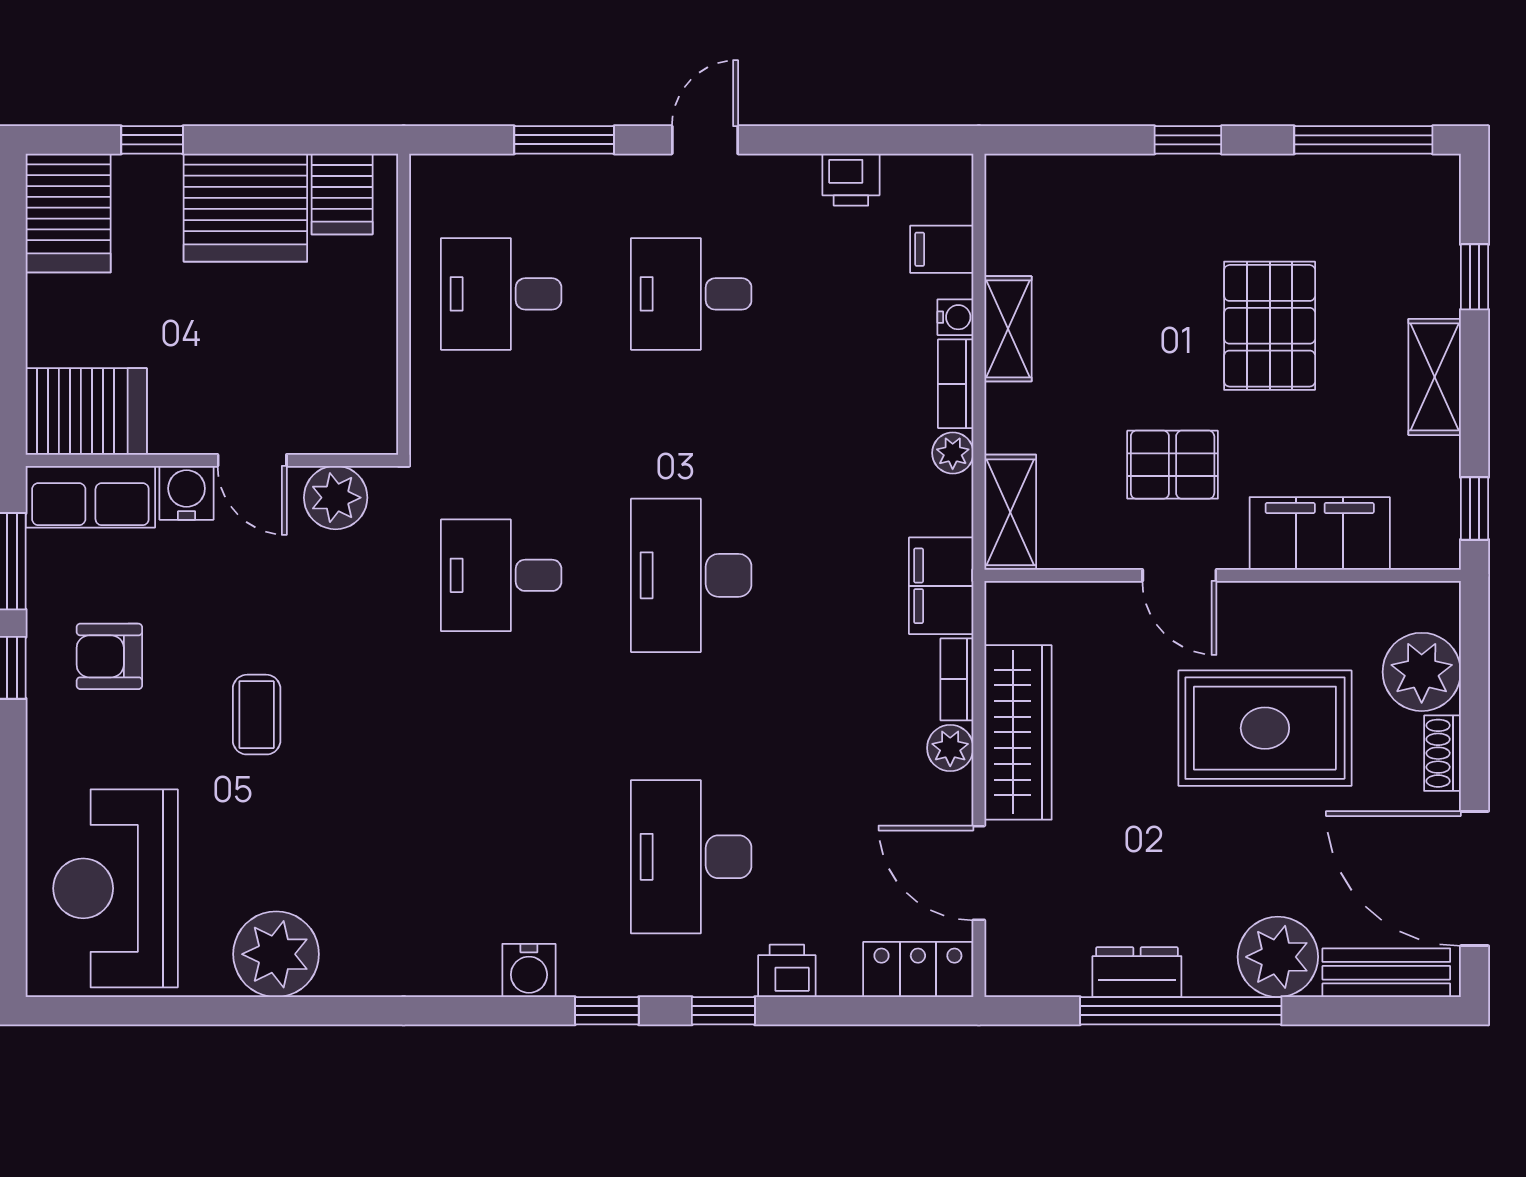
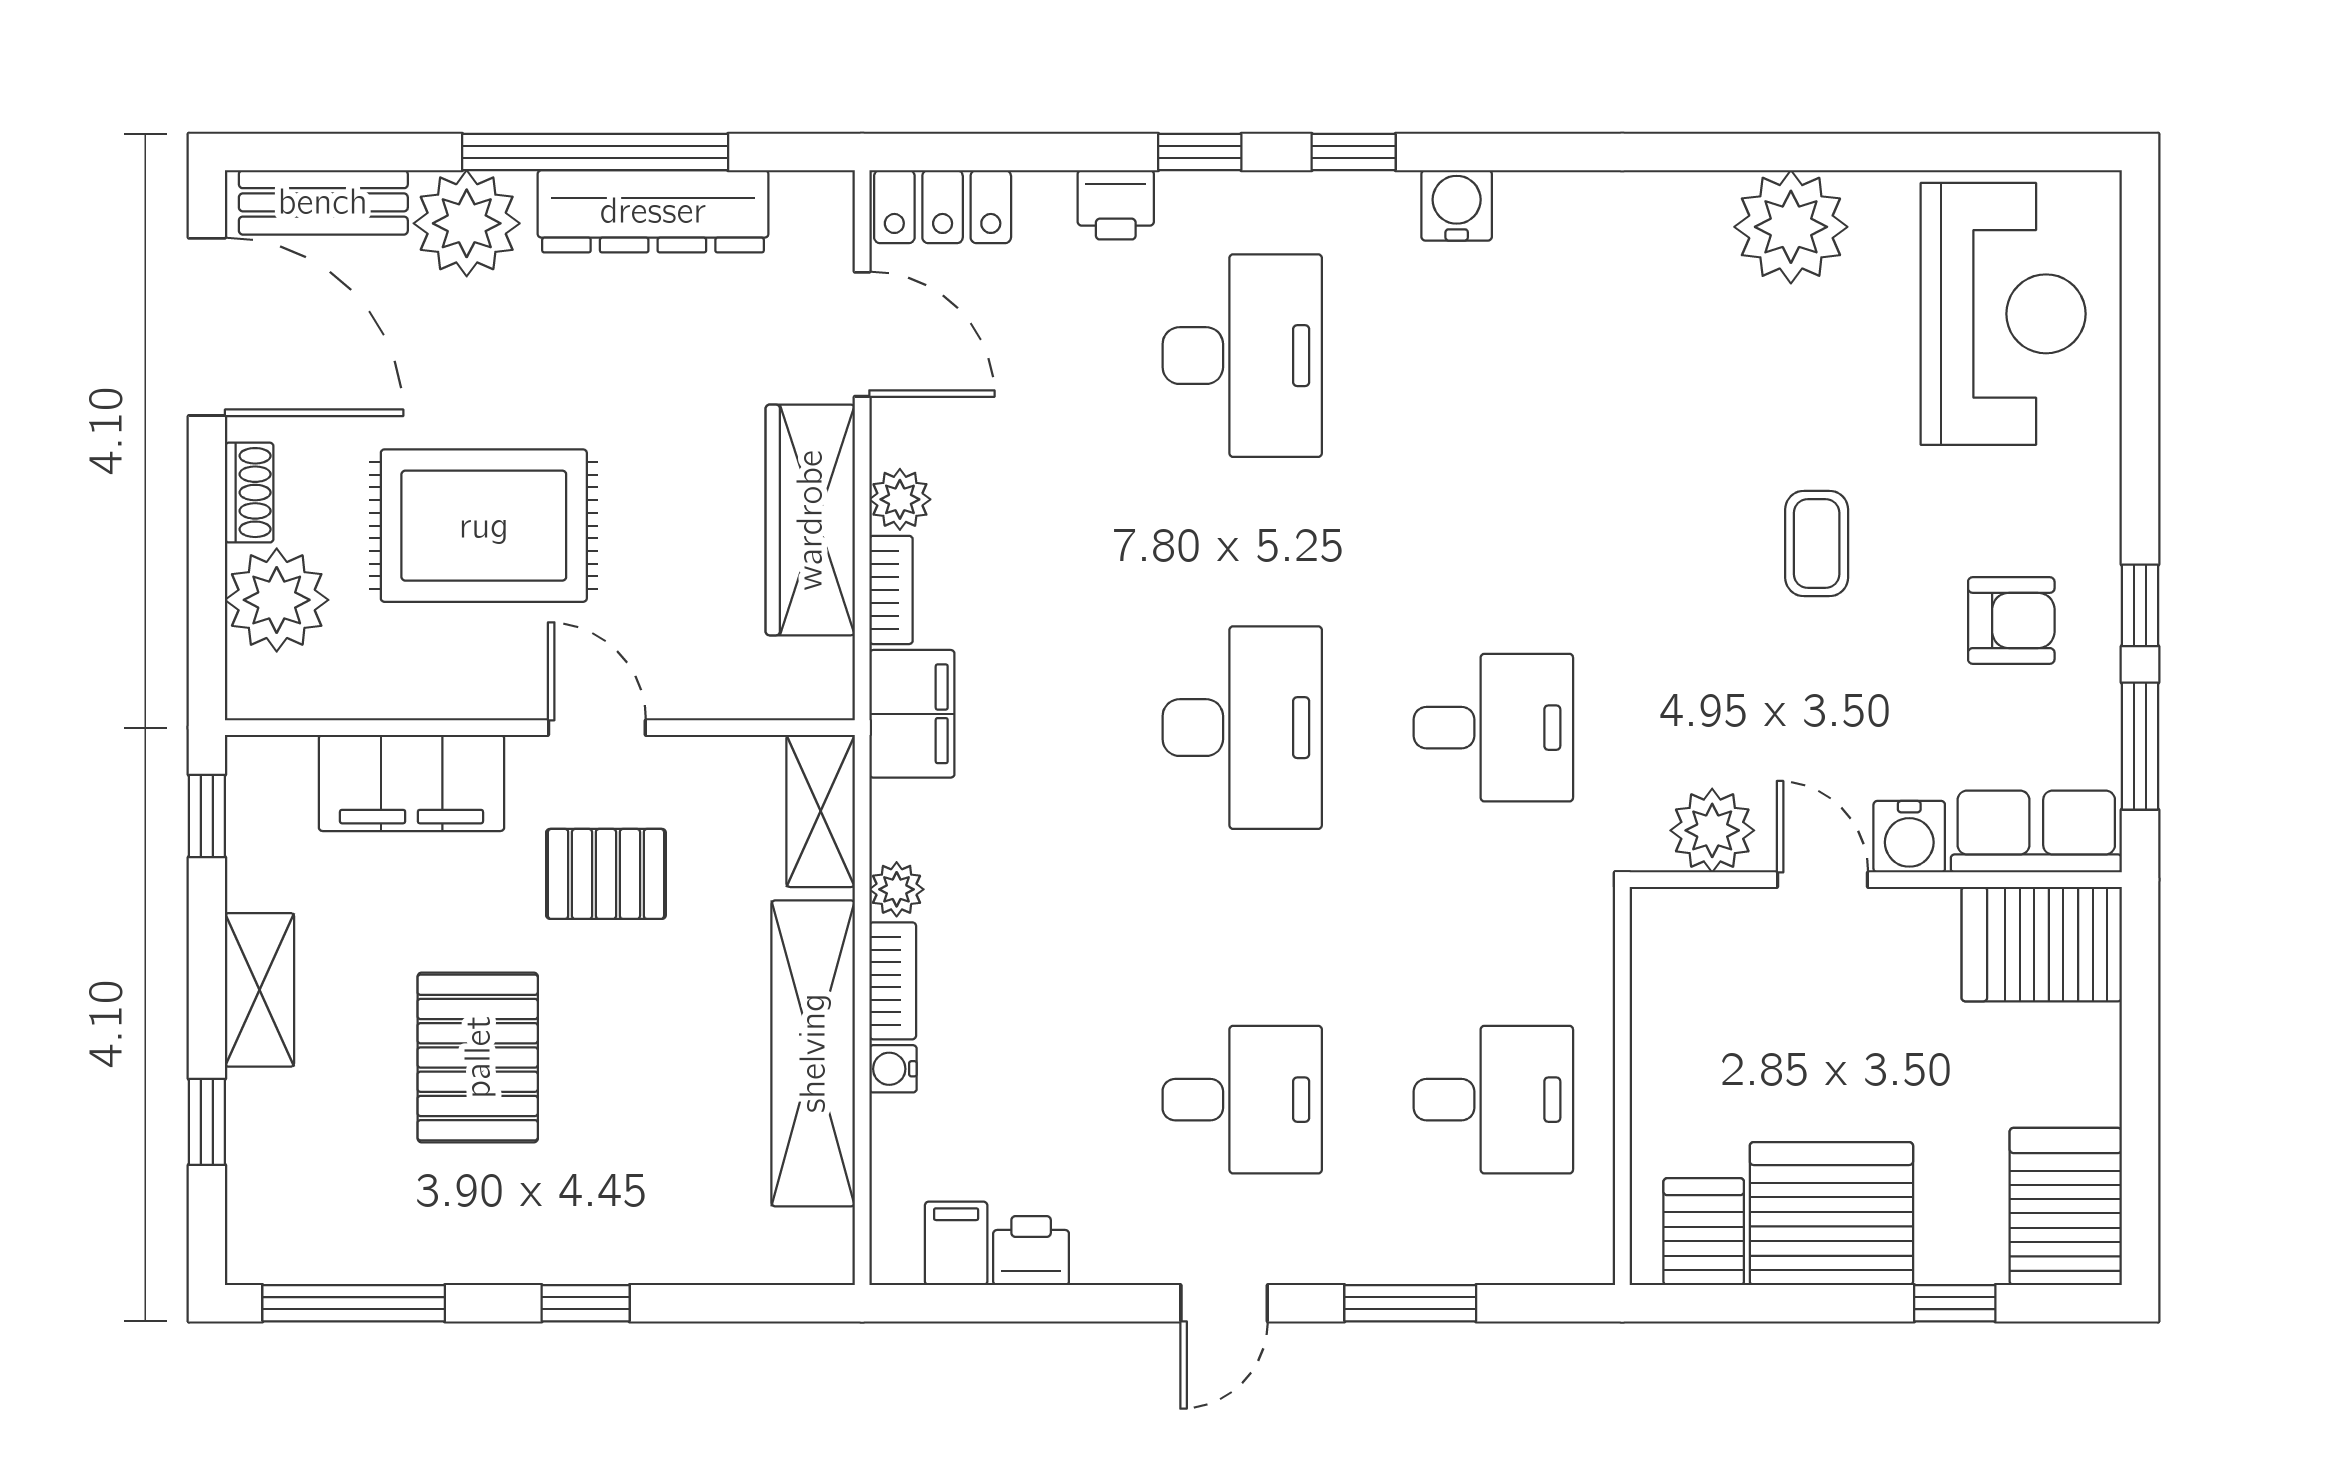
filing cabinet: (942, 249) -> (956, 1243), moved, turned -90
shelving: (1008, 329) -> (813, 1053), width x2.20, depth x1.33
dresser: (1137, 972) -> (653, 211), width x1.96, depth x1.24

